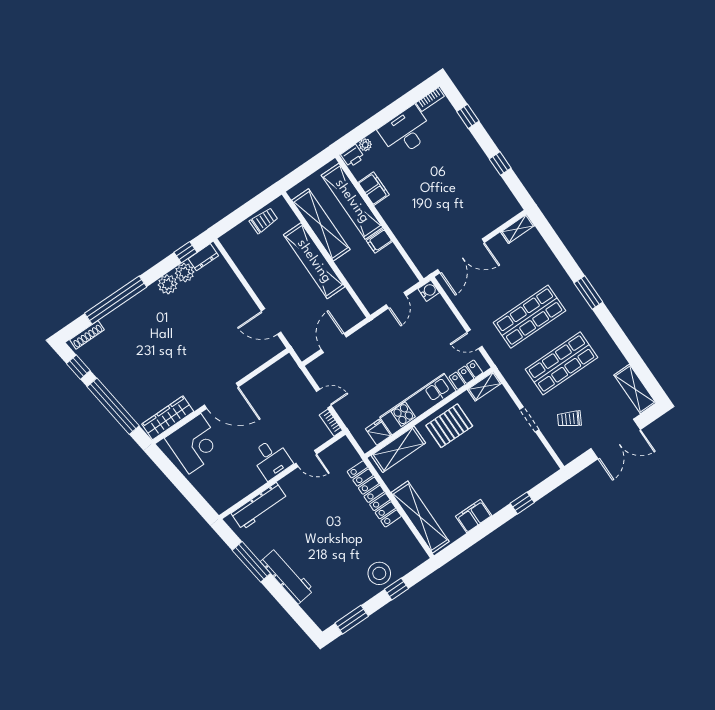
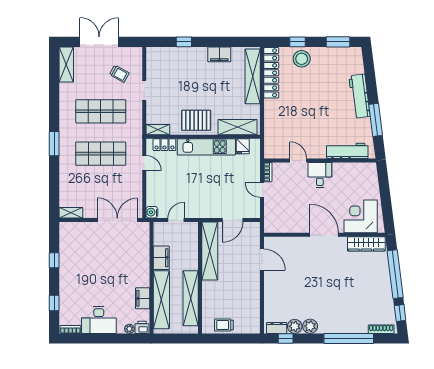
filing cabinet: (379, 241) -> (161, 258), width x2.00
shelving: (314, 261) -> (210, 251), moved
locker: (374, 494) -> (271, 73), moved

